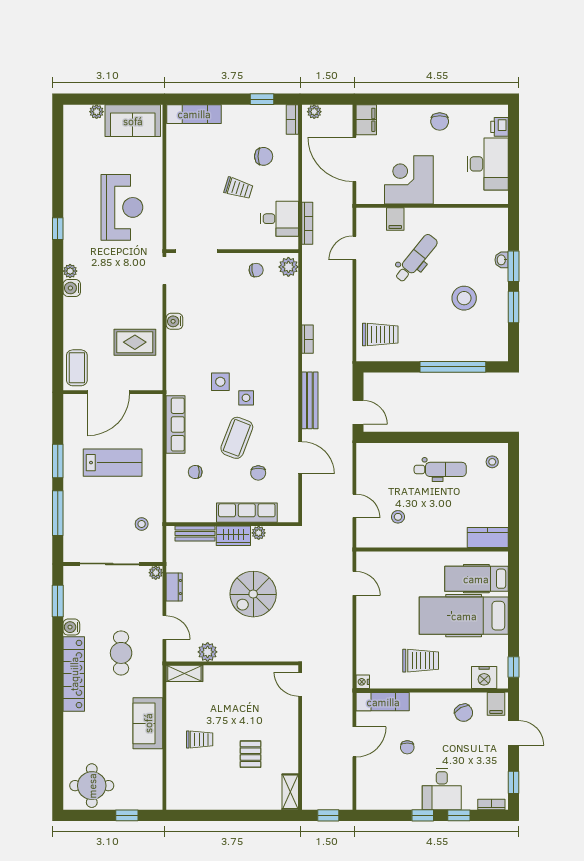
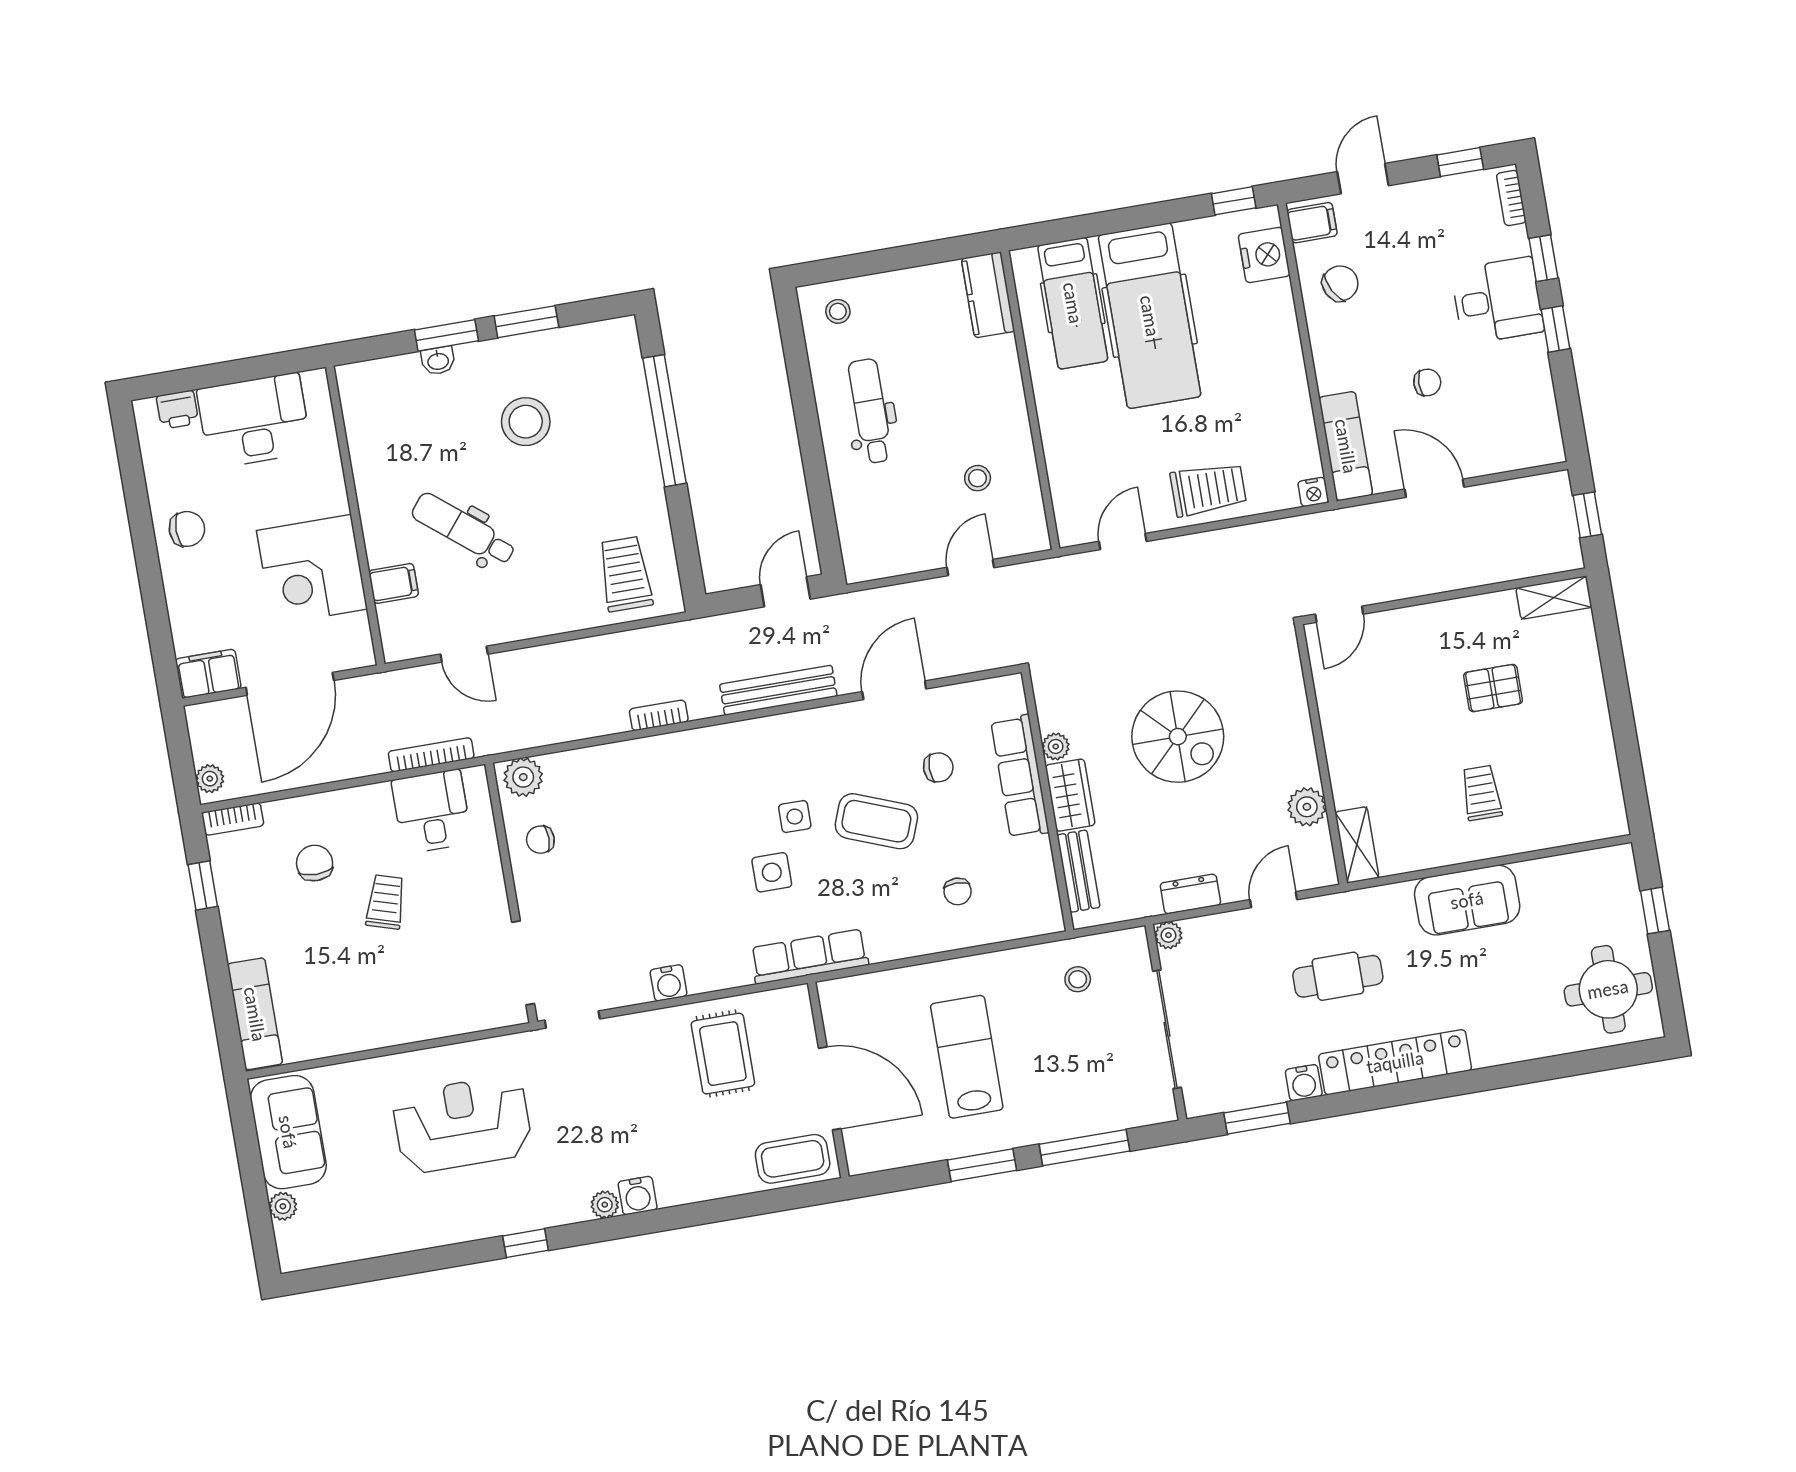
chair: (256, 270) -> (540, 840), turned -81
row of seats: (176, 424) -> (809, 956), moved
trolley: (421, 661) -> (1208, 489), moved, turned 90

